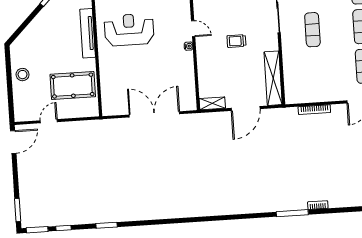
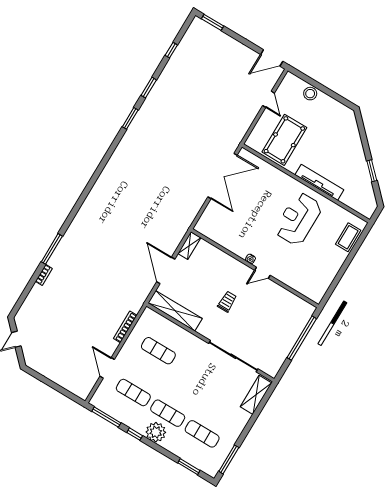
reception desk: (129, 30) -> (298, 219), turned 180
exercise mat: (312, 30) -> (158, 351), moved
stool: (23, 75) -> (310, 94), moved
double door: (154, 114) -> (223, 176), moved
door: (13, 142) -> (272, 58), hinge flipped
window: (37, 230) -> (130, 118), moved

